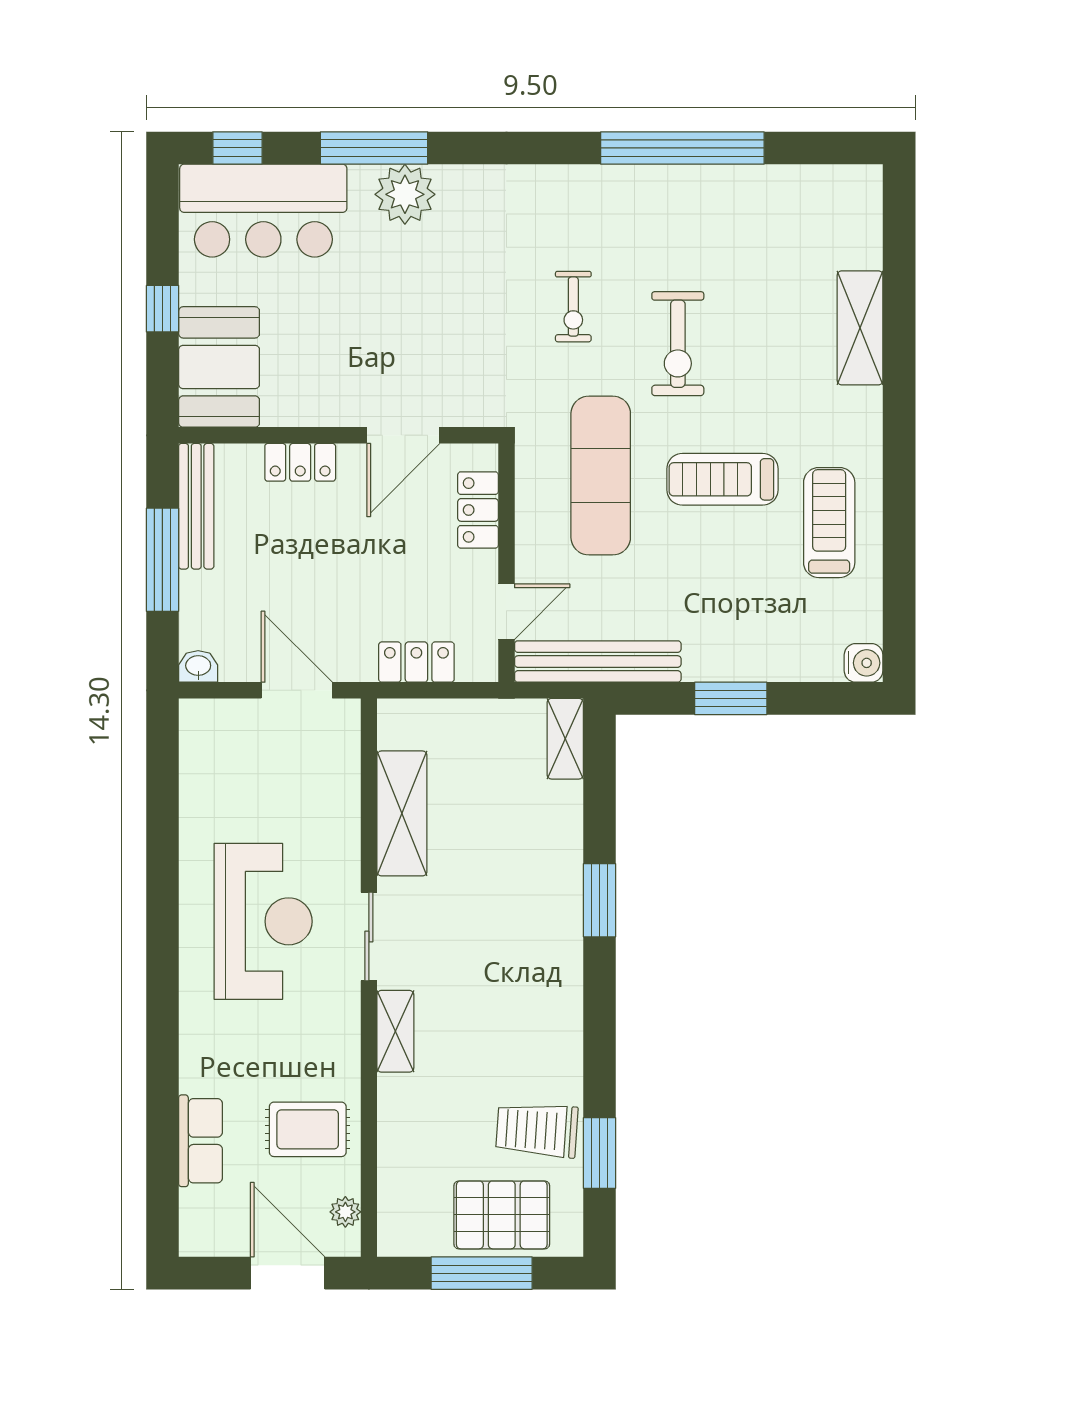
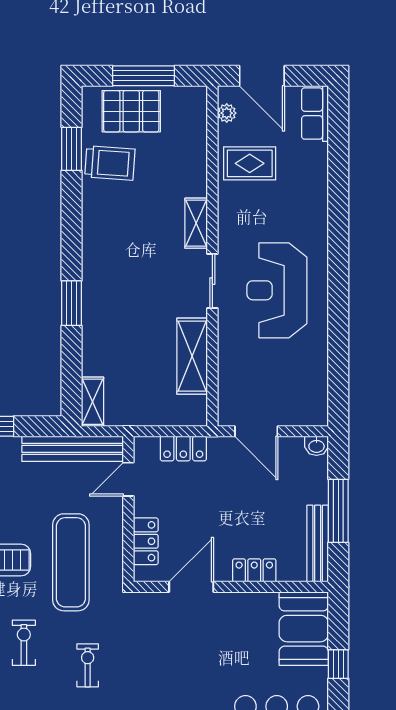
exercise bike: (678, 344) -> (24, 643), width x0.73, depth x0.72
row of seats: (201, 1141) -> (315, 114), moved

